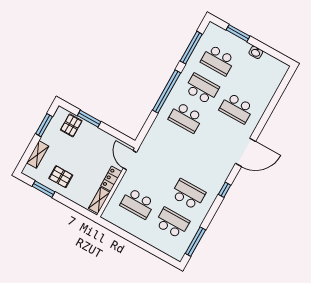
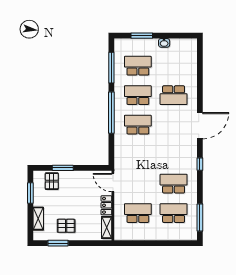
school desk: (218, 60) -> (138, 66), turned 180
school desk: (186, 117) -> (138, 125), turned 180
school desk: (137, 203) -> (138, 213), turned 180

